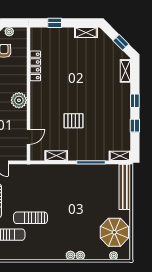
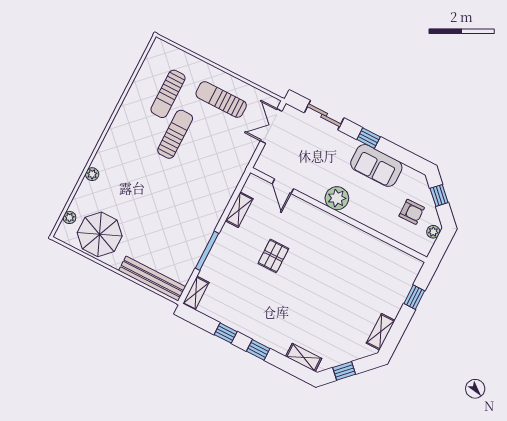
locker: (35, 66) -> (371, 243), removed
plant: (70, 255) -> (99, 161), removed

